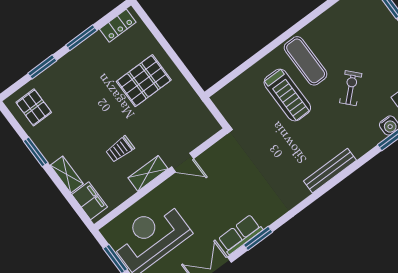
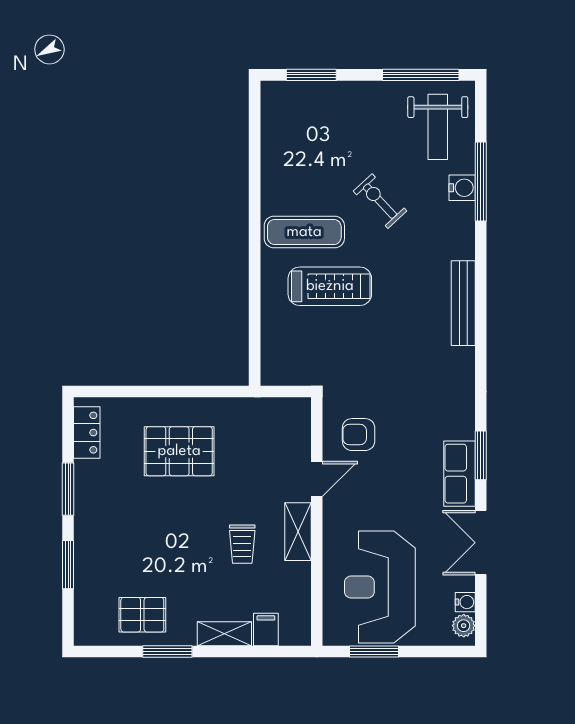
pallet: (144, 81) -> (179, 451), turned 90
pallet: (34, 107) -> (142, 615), moved
armchair: (222, 167) -> (359, 435), added
filing cabinet: (90, 201) -> (266, 629), width x0.50

